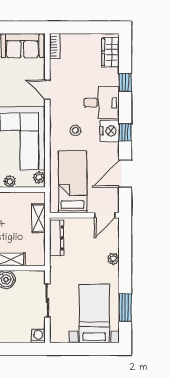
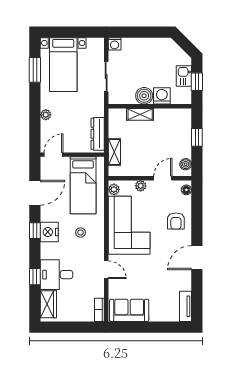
desk: (101, 103) -> (57, 275), moved

